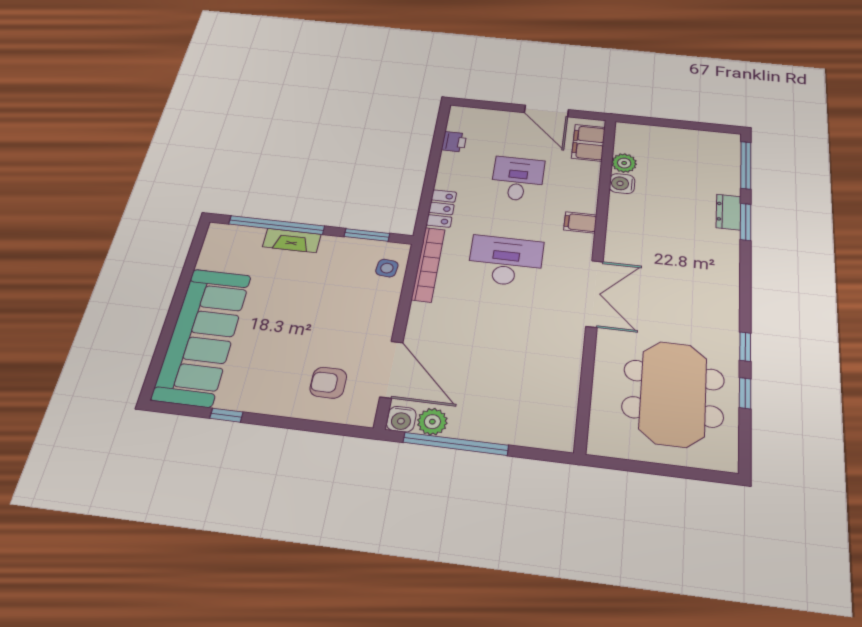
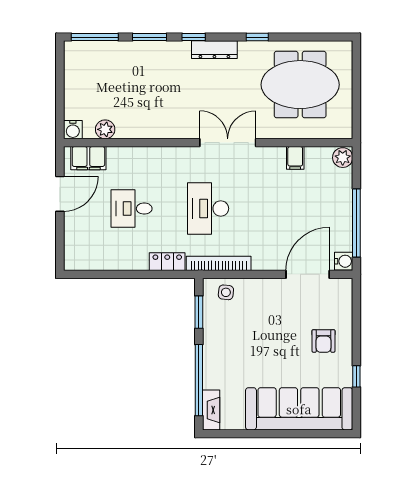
printer: (454, 142) -> (101, 262), removed
water cooler: (622, 184) -> (73, 130), moved
dresser: (729, 212) -> (214, 50), moved, width x1.44
filing cabinet: (580, 222) -> (295, 158), moved
fireplace: (292, 241) -> (211, 410), moved
armchair: (328, 383) -> (323, 341), moved
window: (745, 393) -> (194, 37), moved
plant: (432, 422) -> (343, 158), moved

